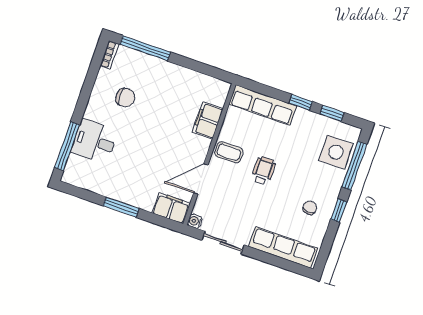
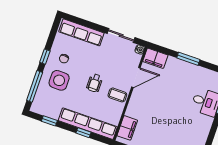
chair: (125, 98) -> (186, 131), removed
window: (301, 102) -> (83, 133), moved
row of seats: (263, 105) -> (88, 124), width x1.36
filing cabinet: (208, 120) -> (127, 128), moved
side table: (336, 152) -> (59, 80), moved

